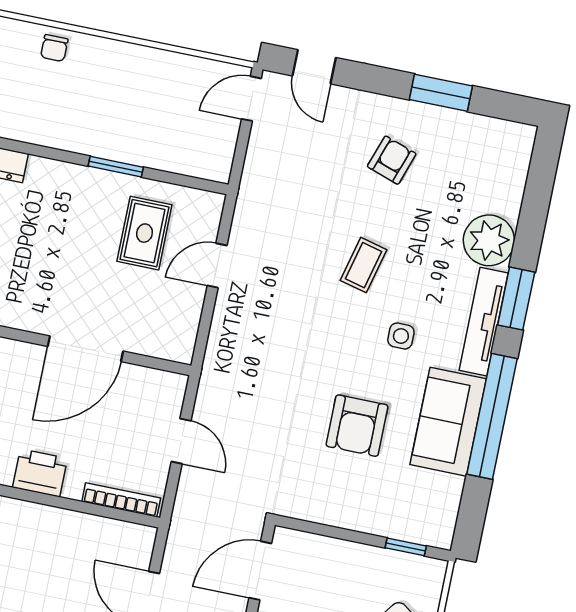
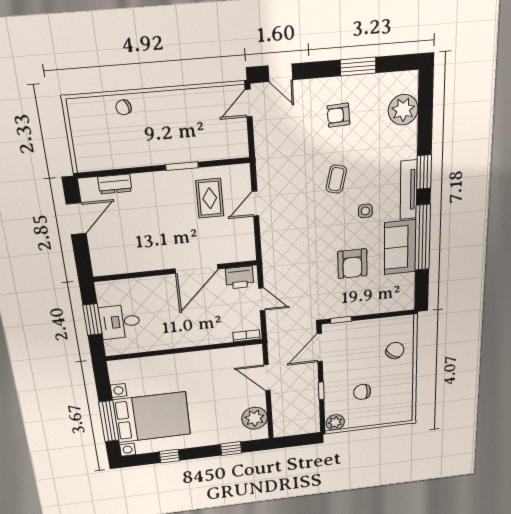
chair: (54, 48) -> (123, 107), turned 72
armchair: (392, 160) -> (338, 115), turned -112
plant: (489, 240) -> (403, 110), moved
printer: (40, 473) -> (240, 278), moved, turned 180
bookcase: (121, 500) -> (246, 336), width x0.64
window: (406, 547) -> (341, 320), moved

